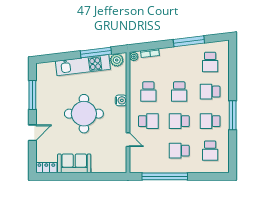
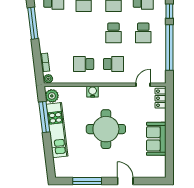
school desk: (148, 92) -> (84, 64), turned 180
school desk: (179, 92) -> (84, 33), removed
school desk: (148, 121) -> (113, 64), turned 90
door: (128, 140) -> (143, 85), moved
locker: (46, 168) -> (160, 98), moved
window: (201, 176) -> (169, 11), added

